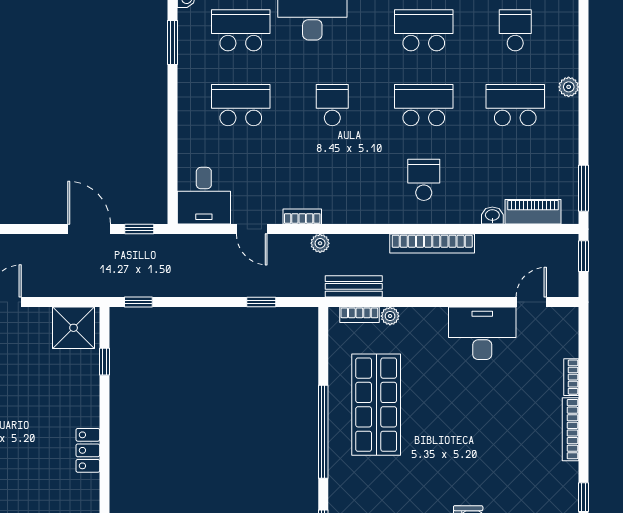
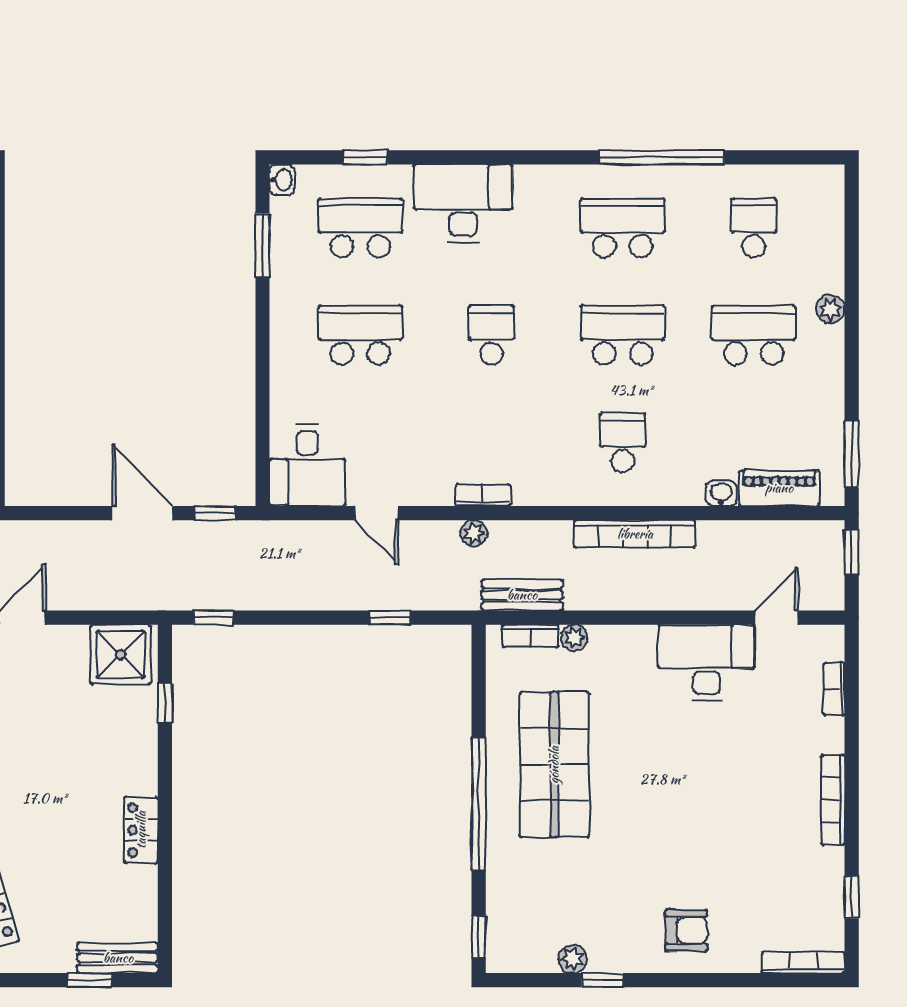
bookcase: (302, 217) -> (483, 495), moved
bookcase: (571, 377) -> (834, 689), moved

